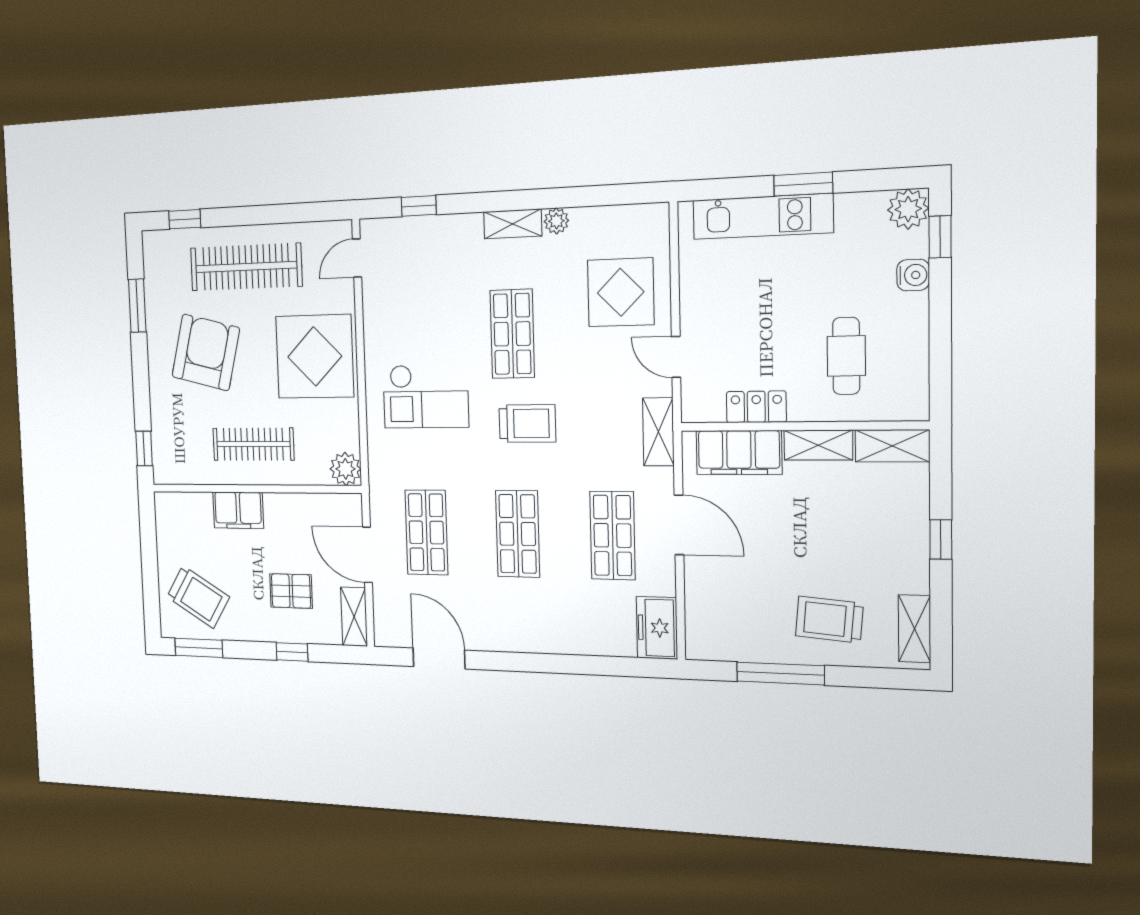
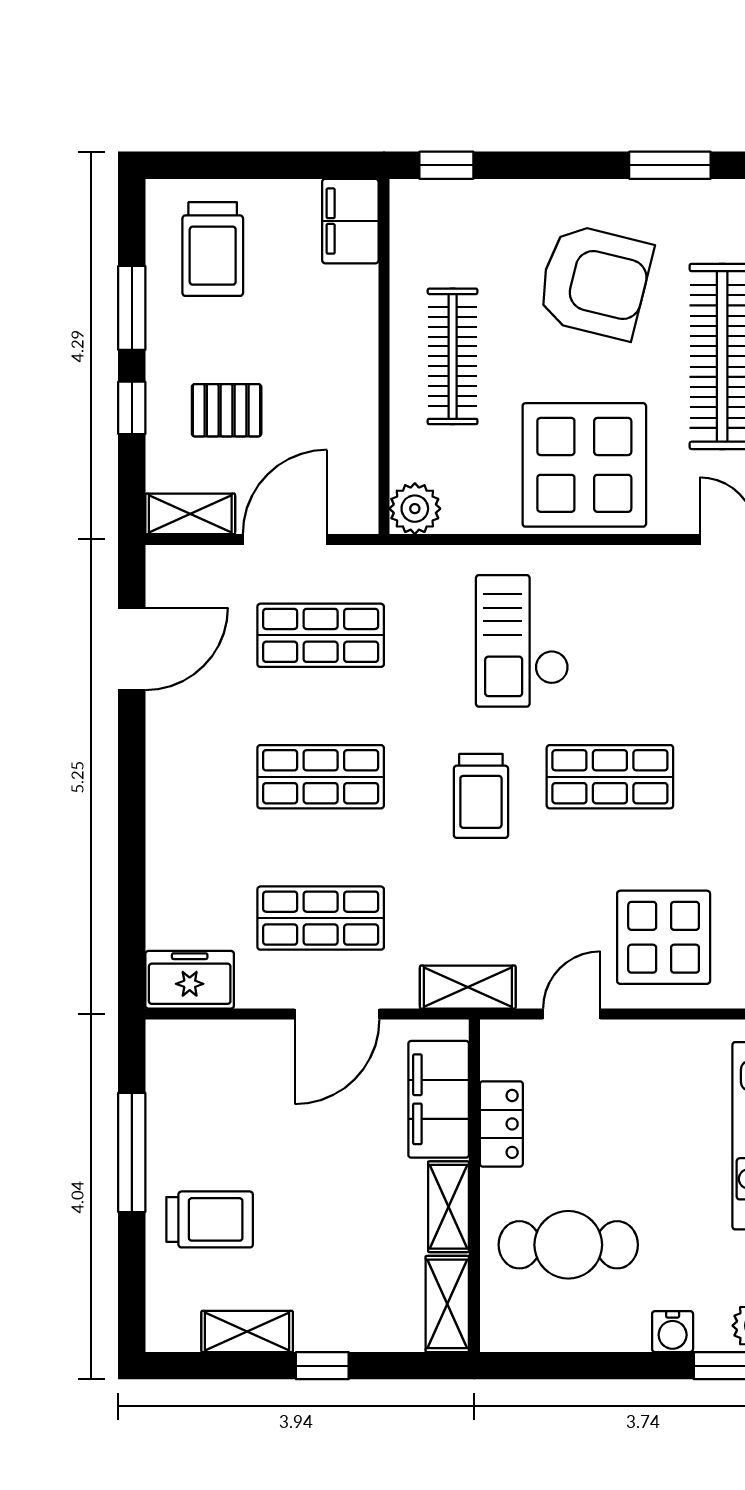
cafe table: (846, 356) -> (568, 1245), width x1.37, depth x1.35
filing cabinet: (238, 510) -> (350, 221), moved
pallet: (291, 591) -> (227, 410), turned 90
trolley: (198, 597) -> (213, 249), turned -31
trolley: (829, 620) -> (210, 1219), turned 85
shelving: (914, 629) -> (247, 1331), moved
window: (199, 648) -> (132, 308), moved

